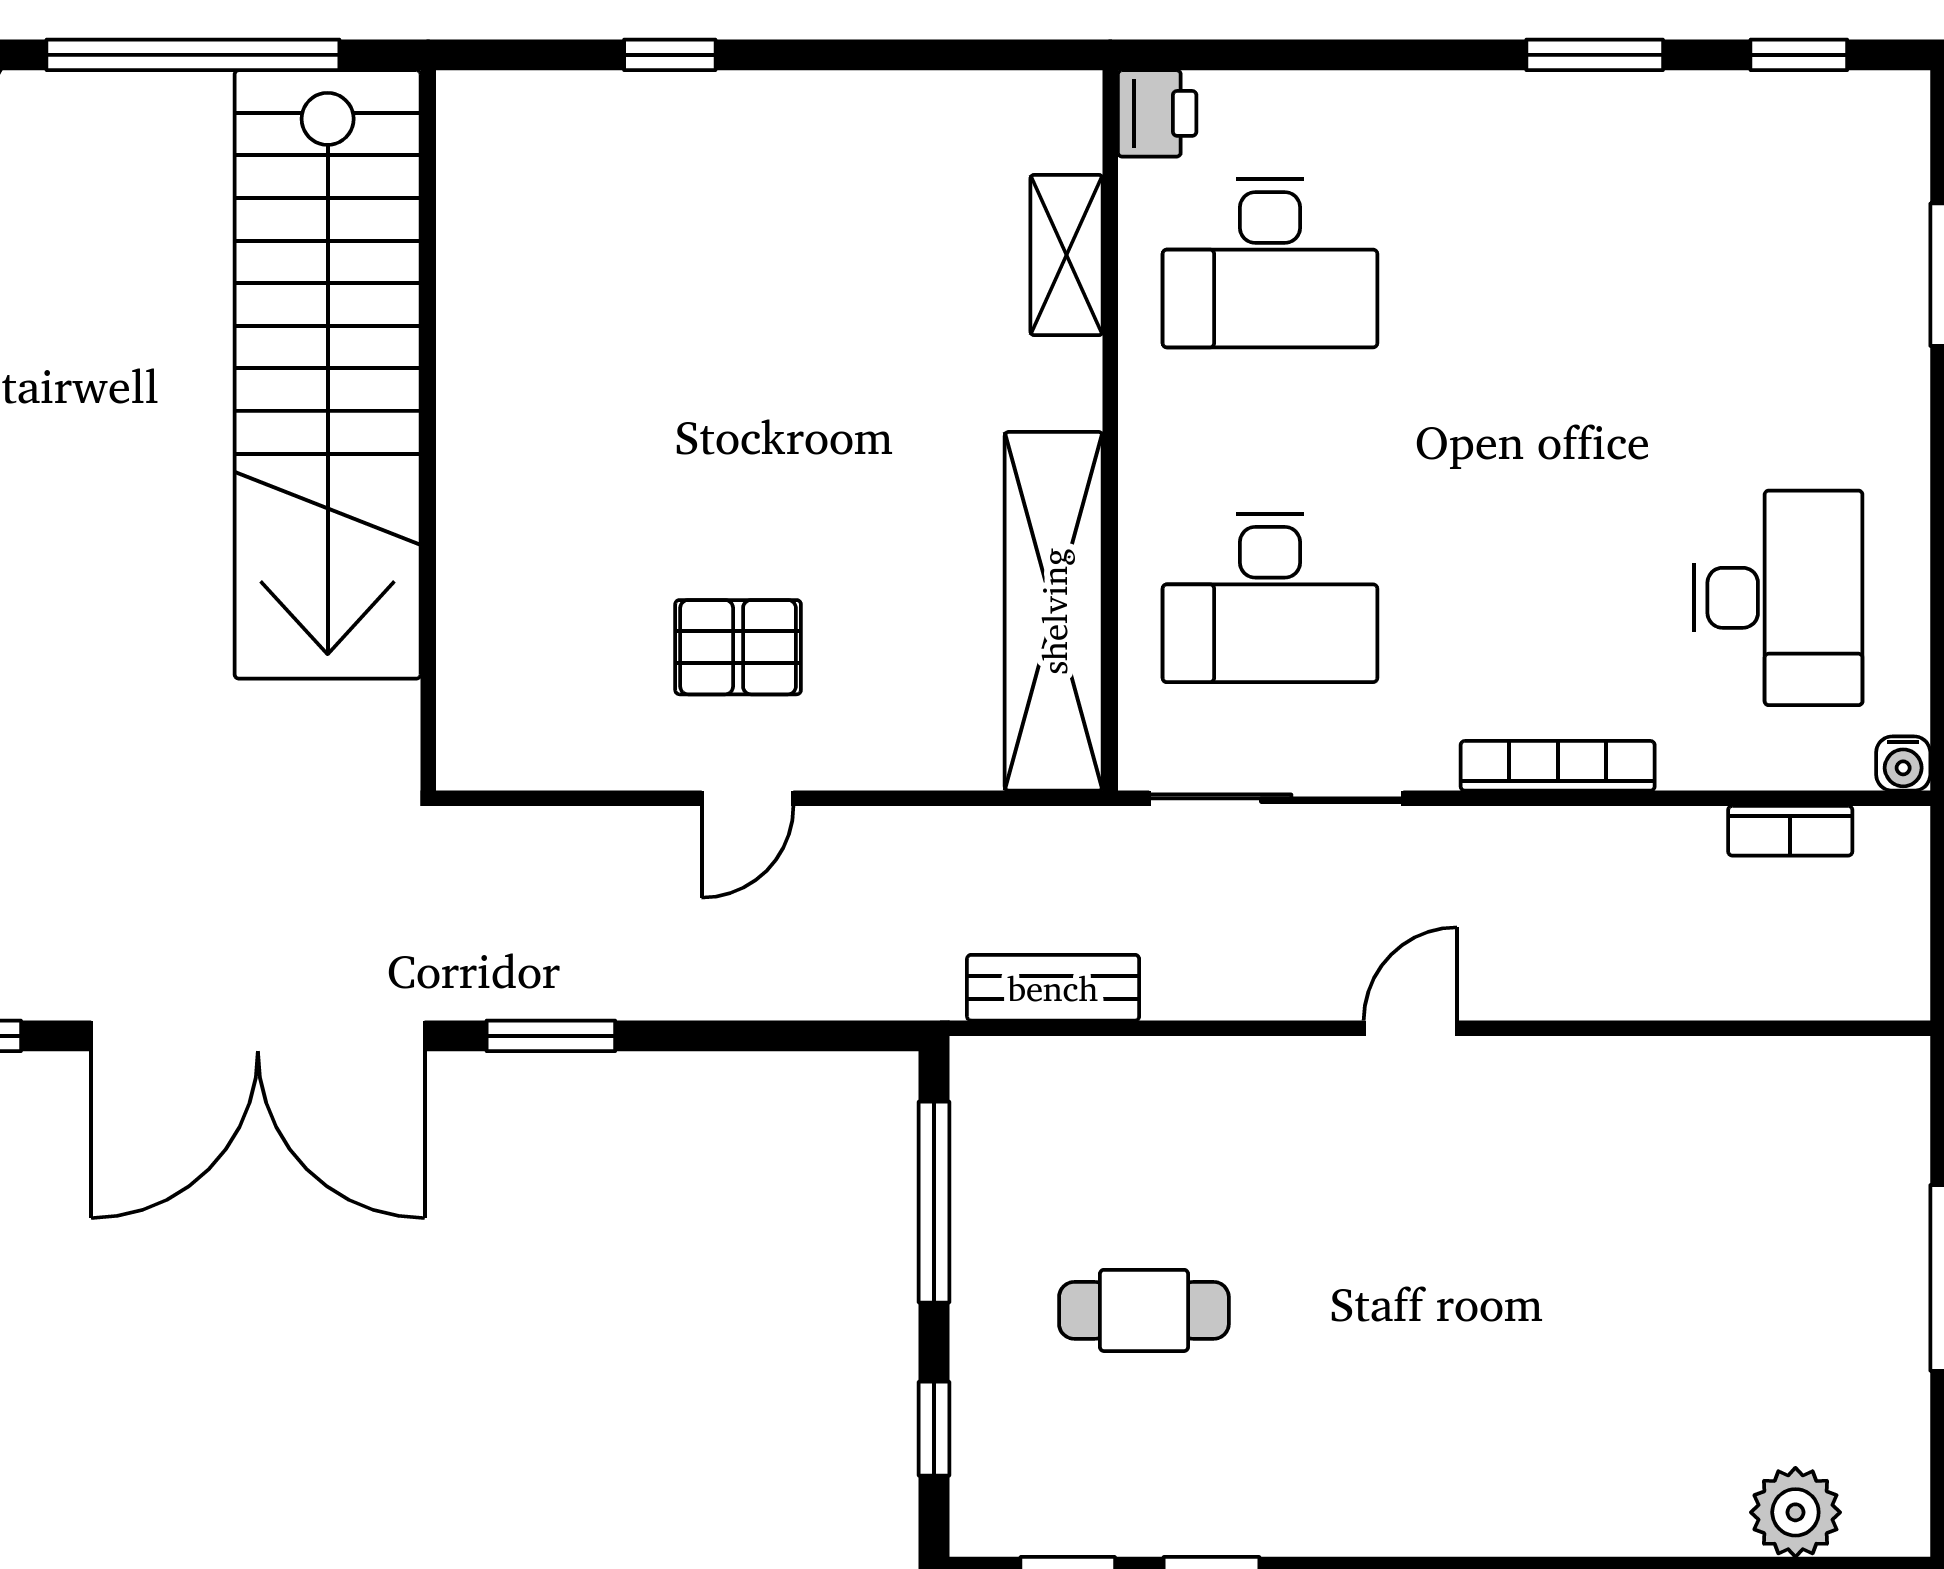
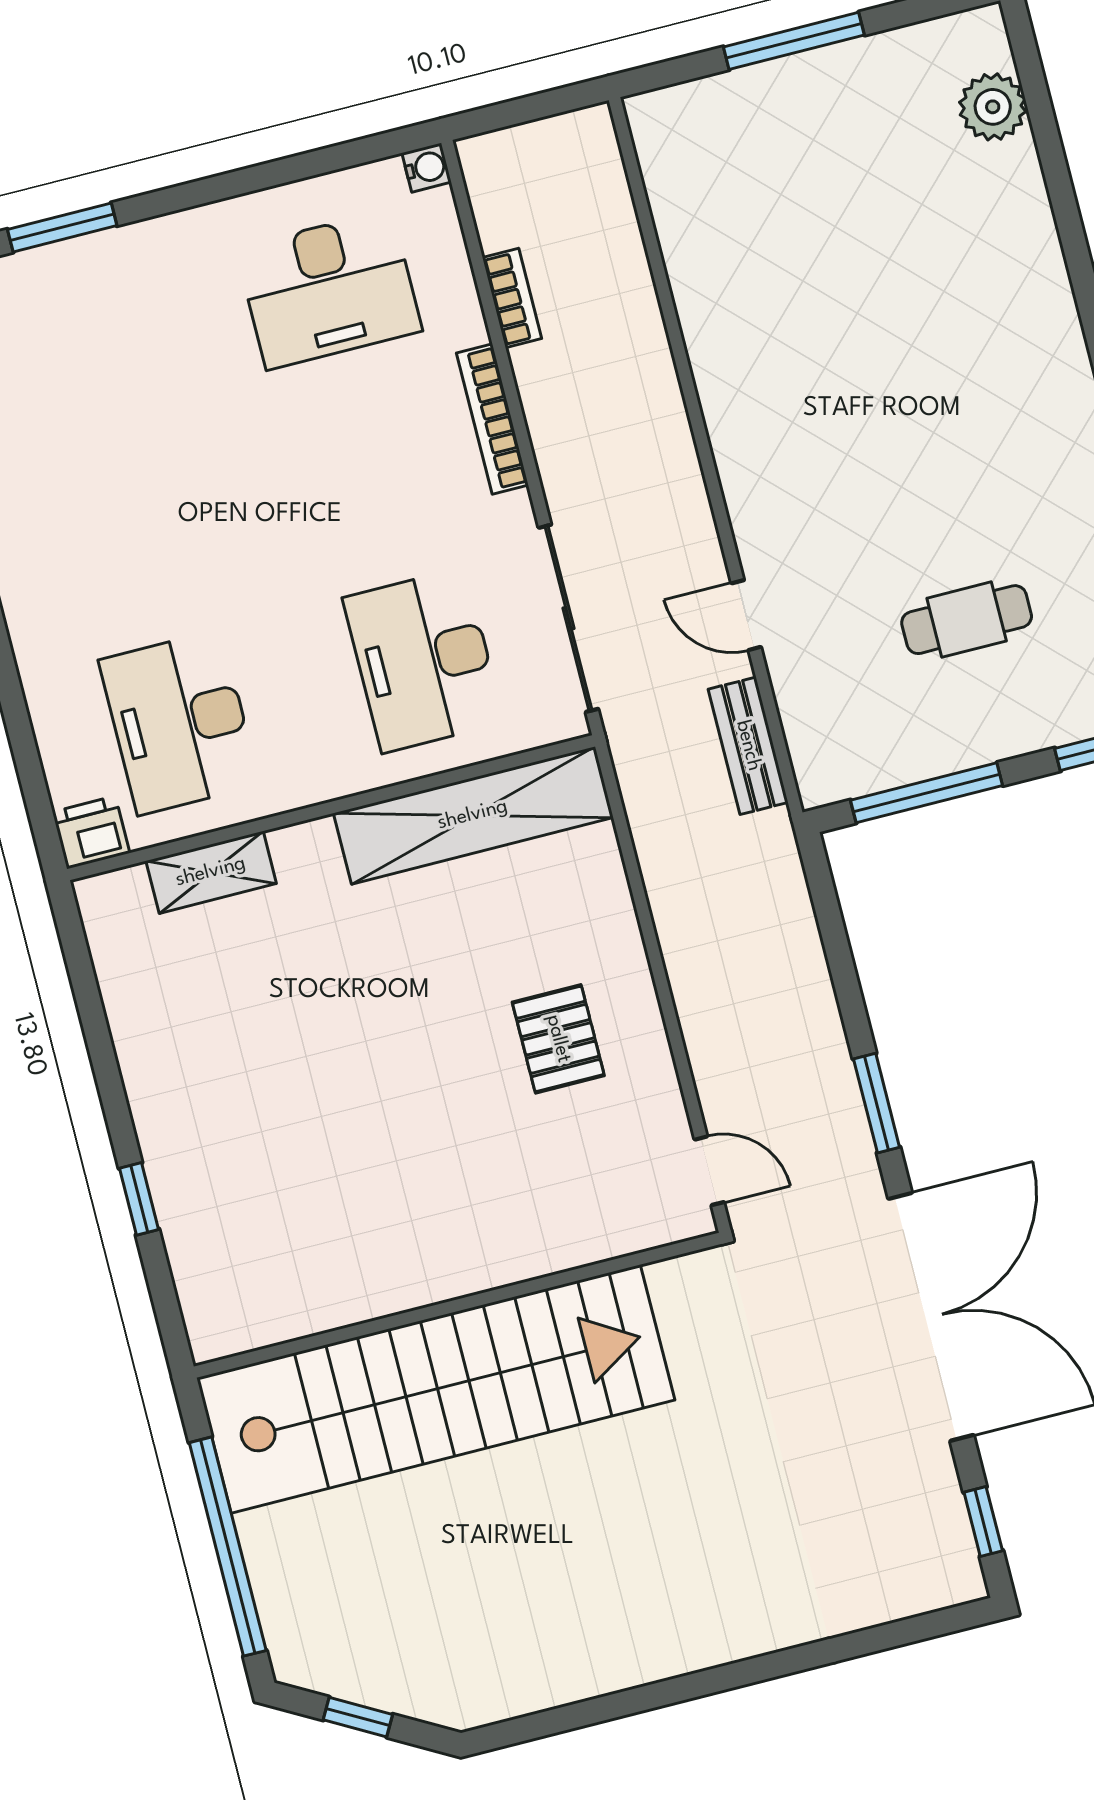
desk: (1270, 263) -> (179, 722), turned 180
desk: (1270, 598) -> (423, 660), turned 180
desk: (1778, 598) -> (329, 289), turned 180
door: (748, 798) -> (709, 1171), moved
bookcase: (1790, 831) -> (512, 298), moved
door: (1410, 1028) -> (746, 615), moved
cafe table: (1144, 1310) -> (967, 620), turned 90

